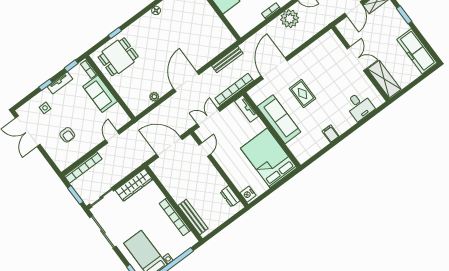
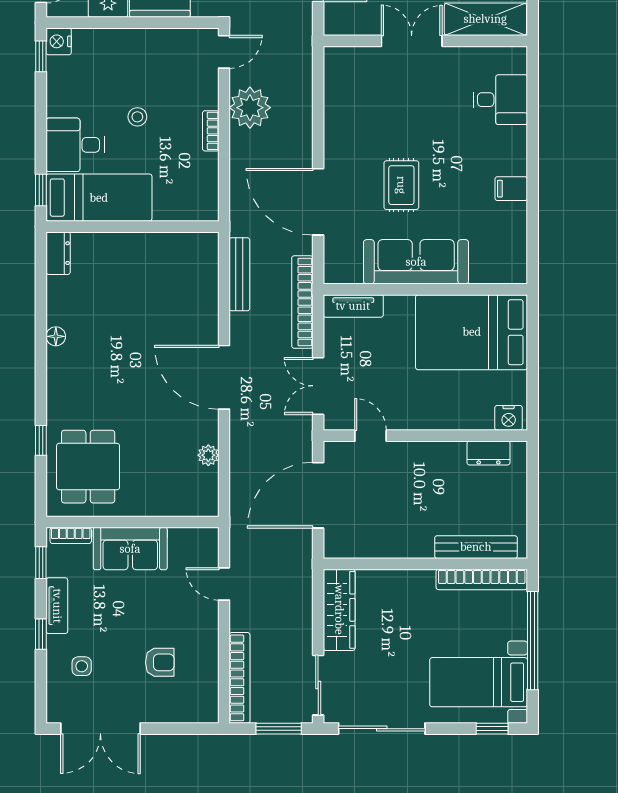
rug: (302, 94) -> (401, 185), turned 90
bookcase: (175, 217) -> (482, 579), moved

